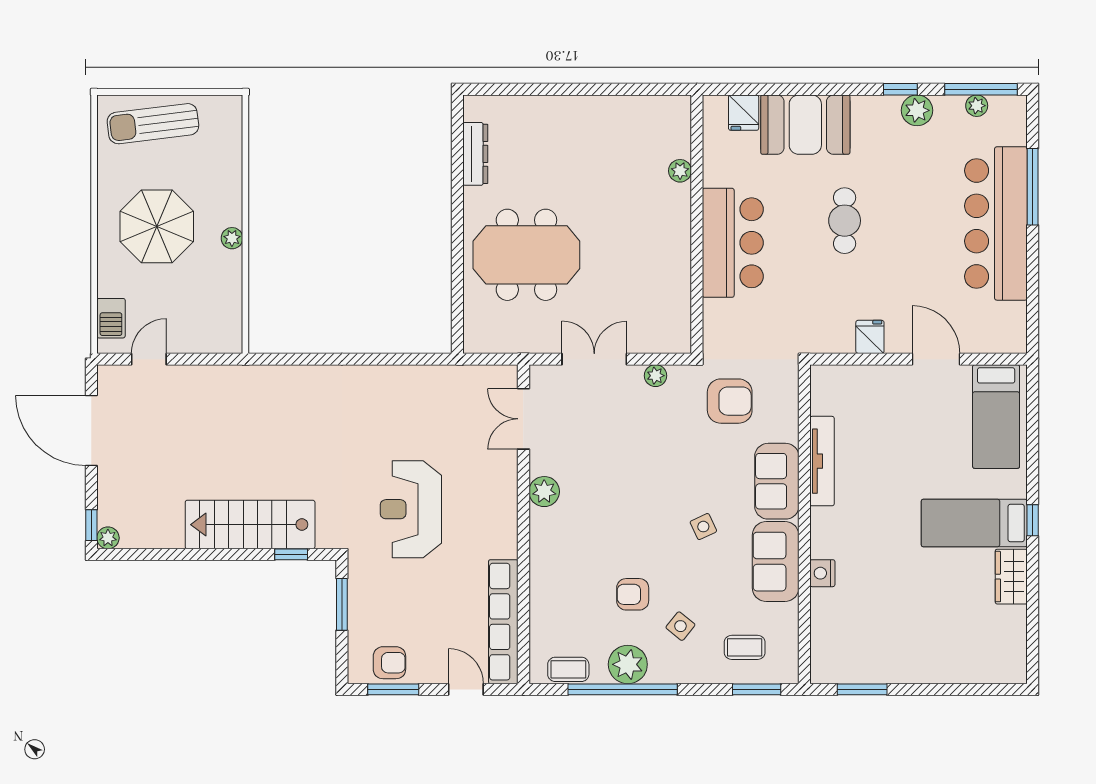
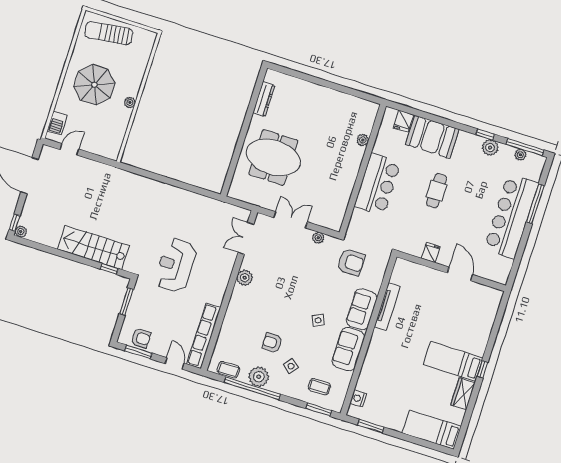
bed: (996, 417) -> (432, 430), moved, turned 90
nightstand: (822, 573) -> (358, 398), moved

